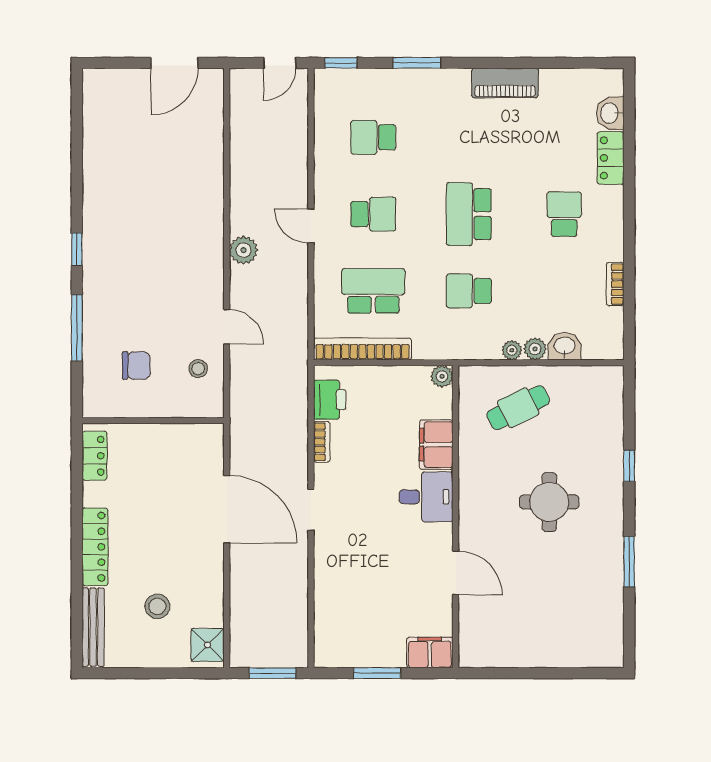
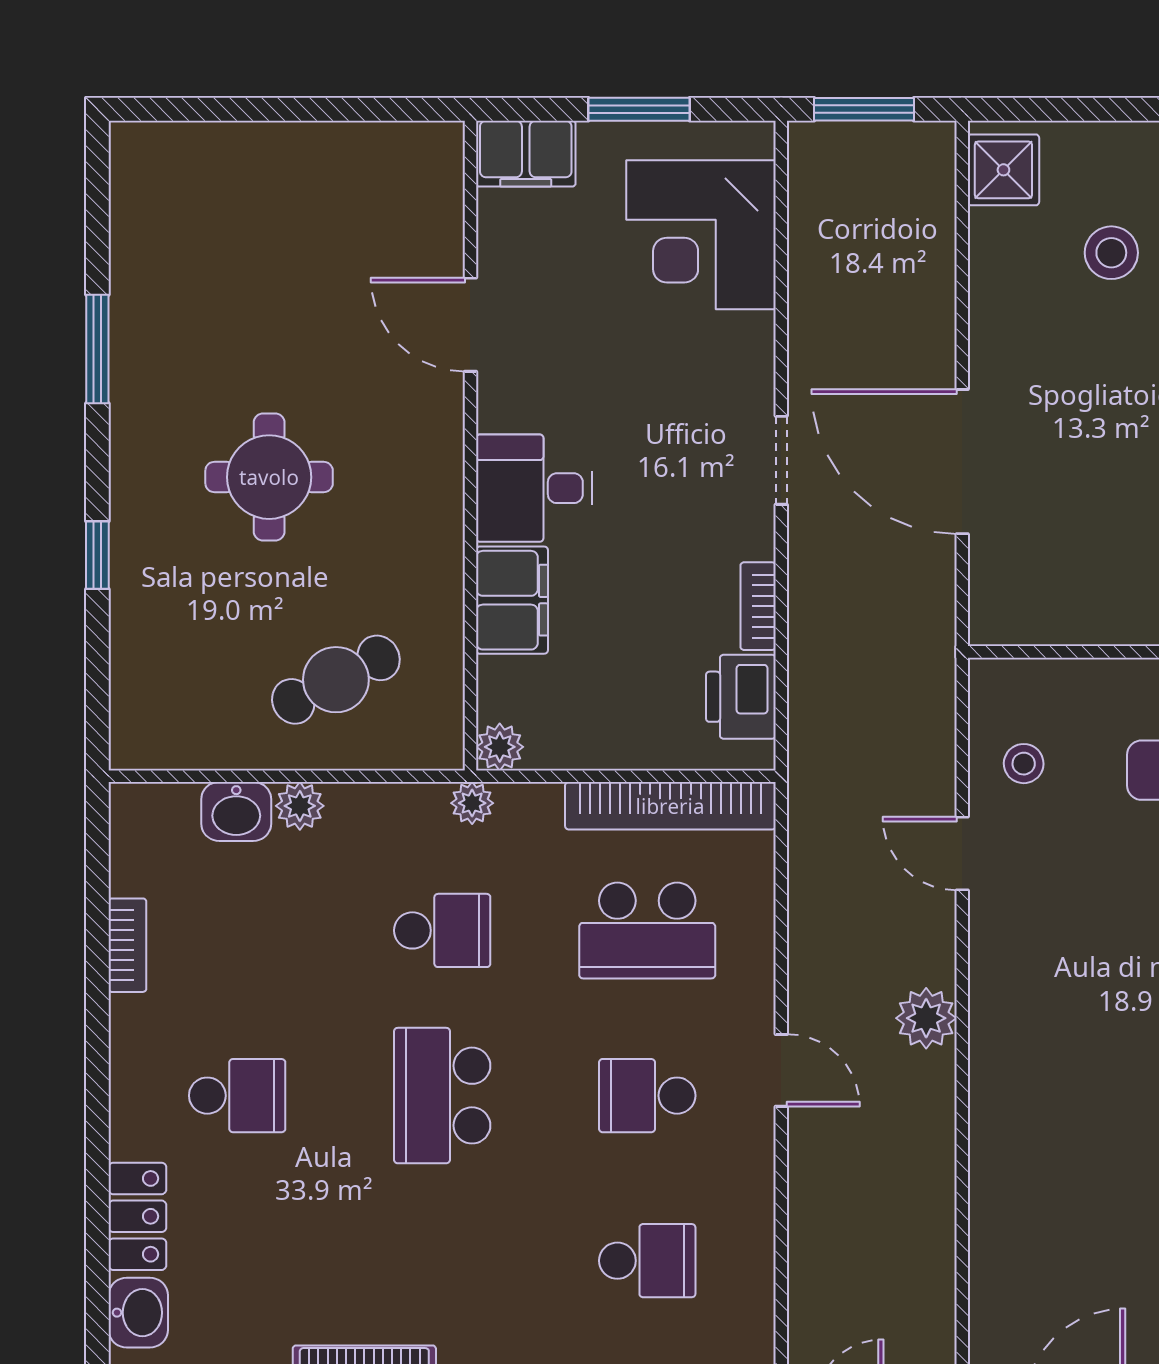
school desk: (469, 214) -> (442, 1096), turned 180
school desk: (564, 214) -> (237, 1096), turned -90
plant: (512, 350) -> (472, 803), moved
corner desk: (348, 615) -> (701, 235), added

